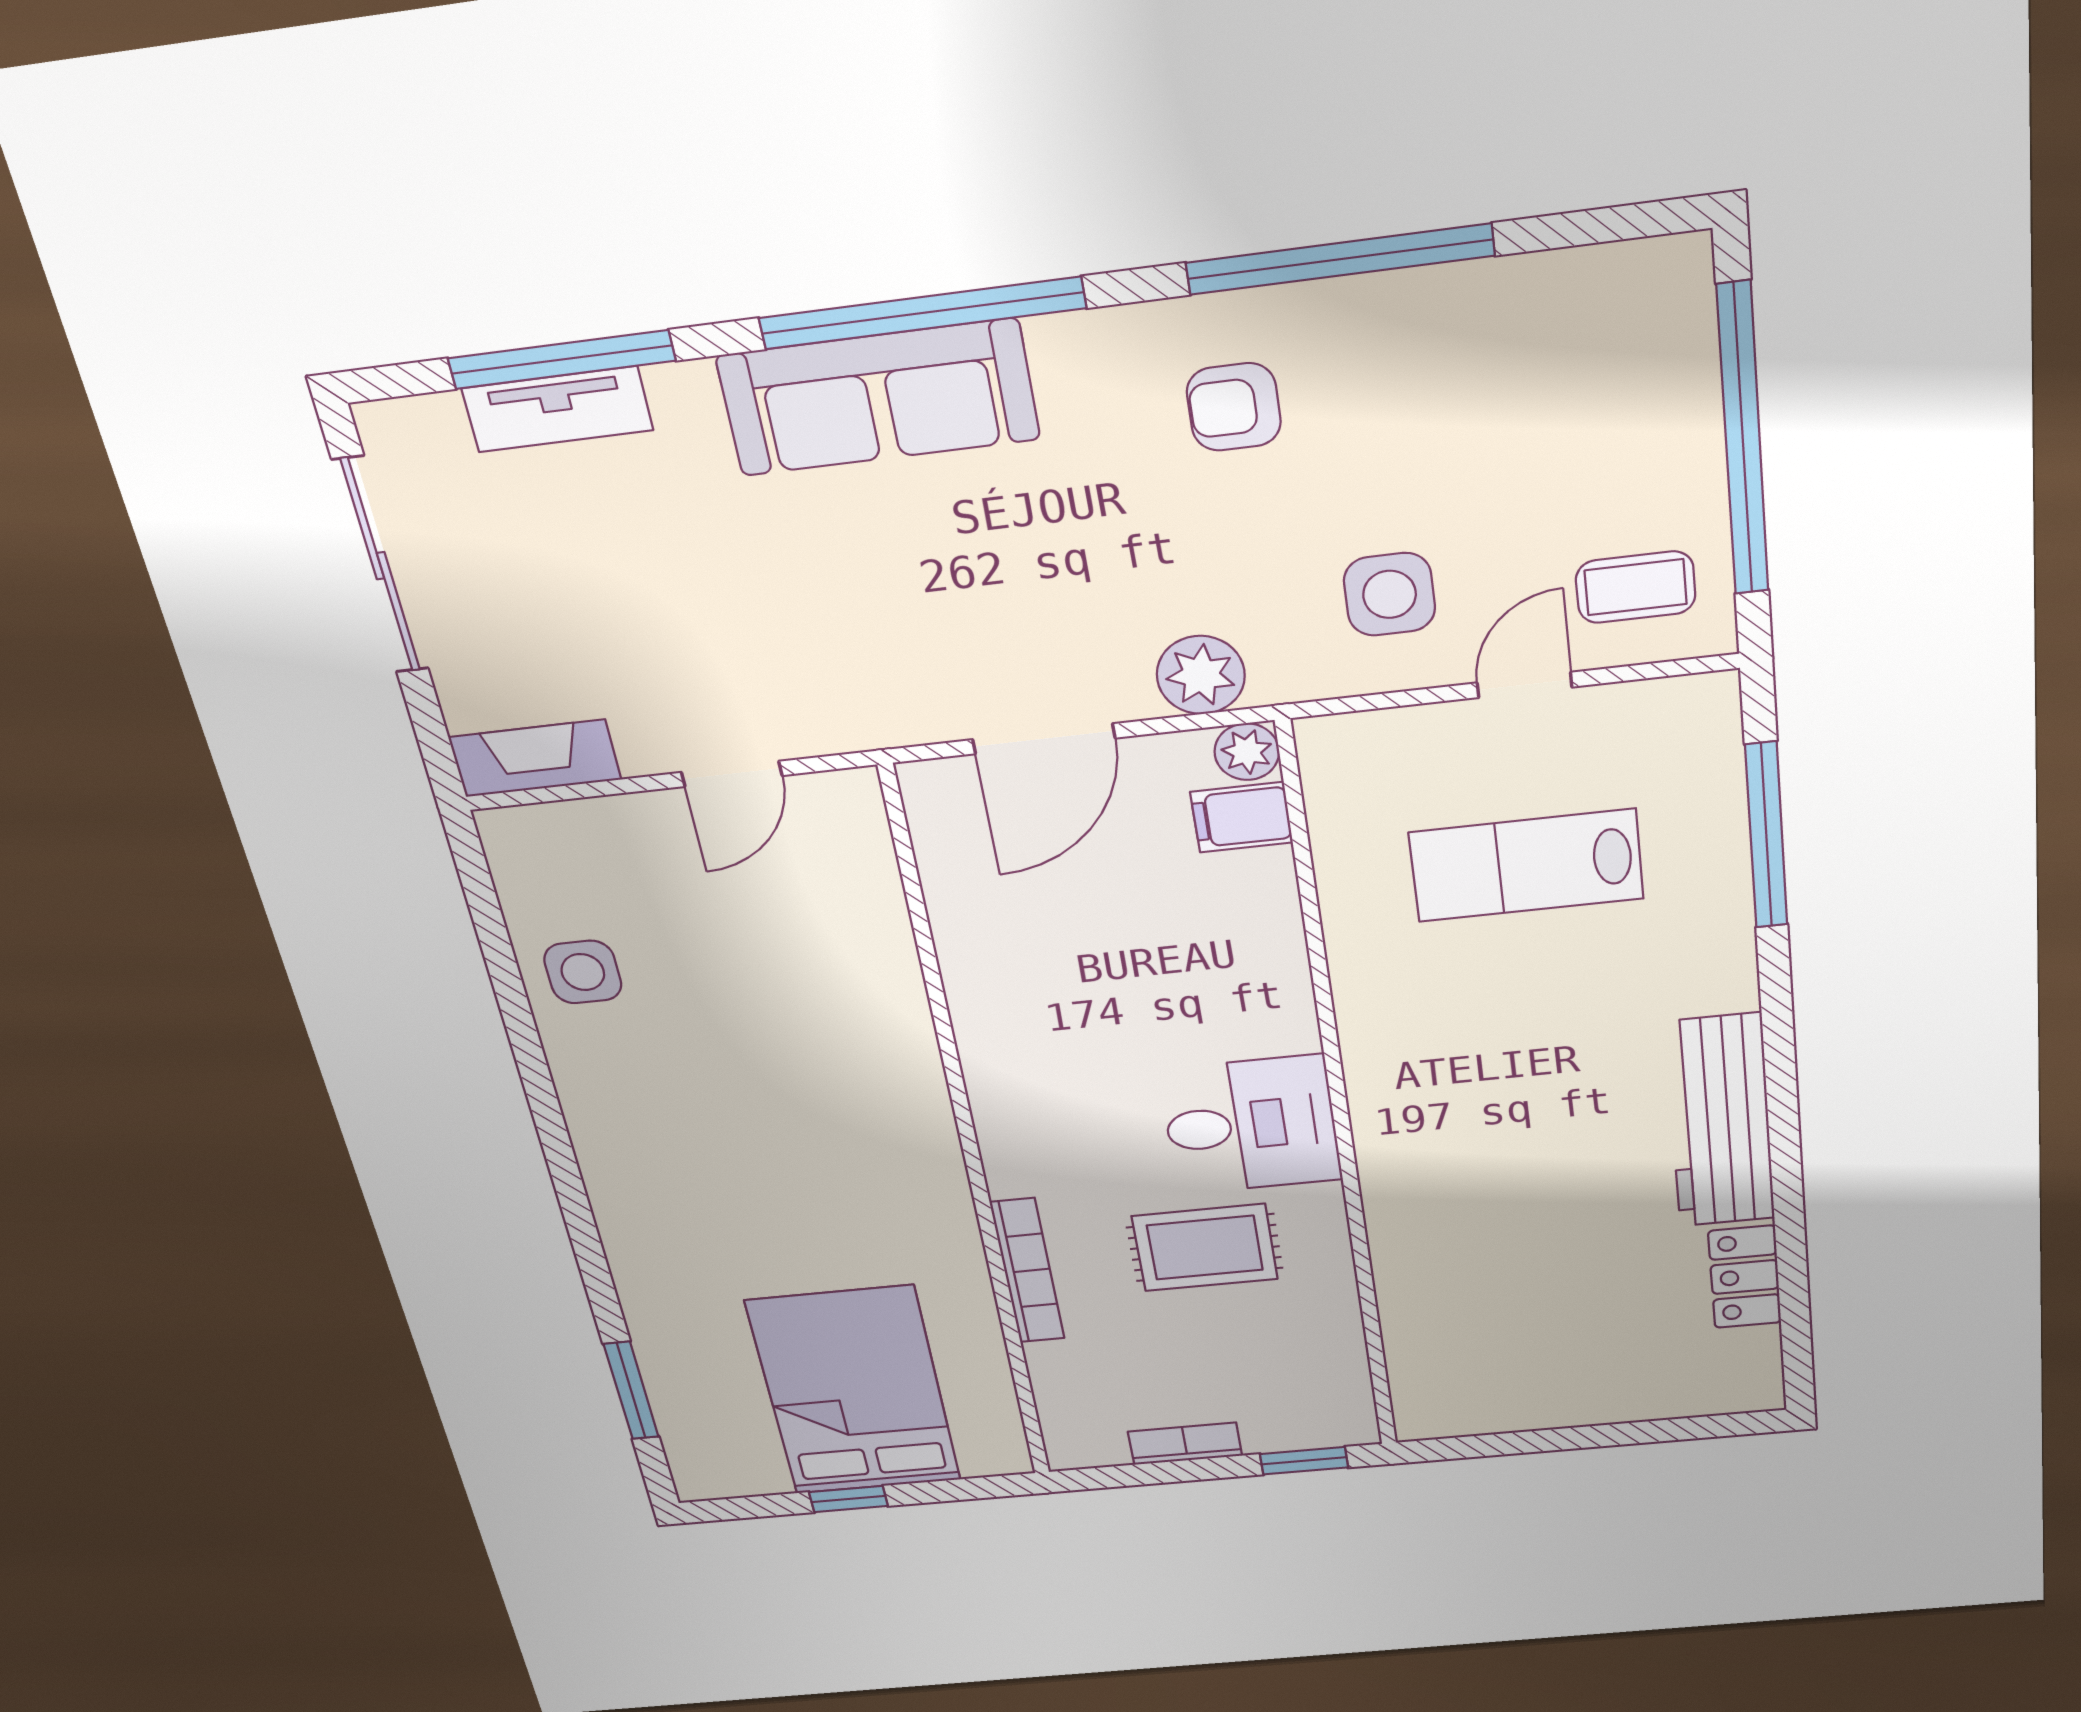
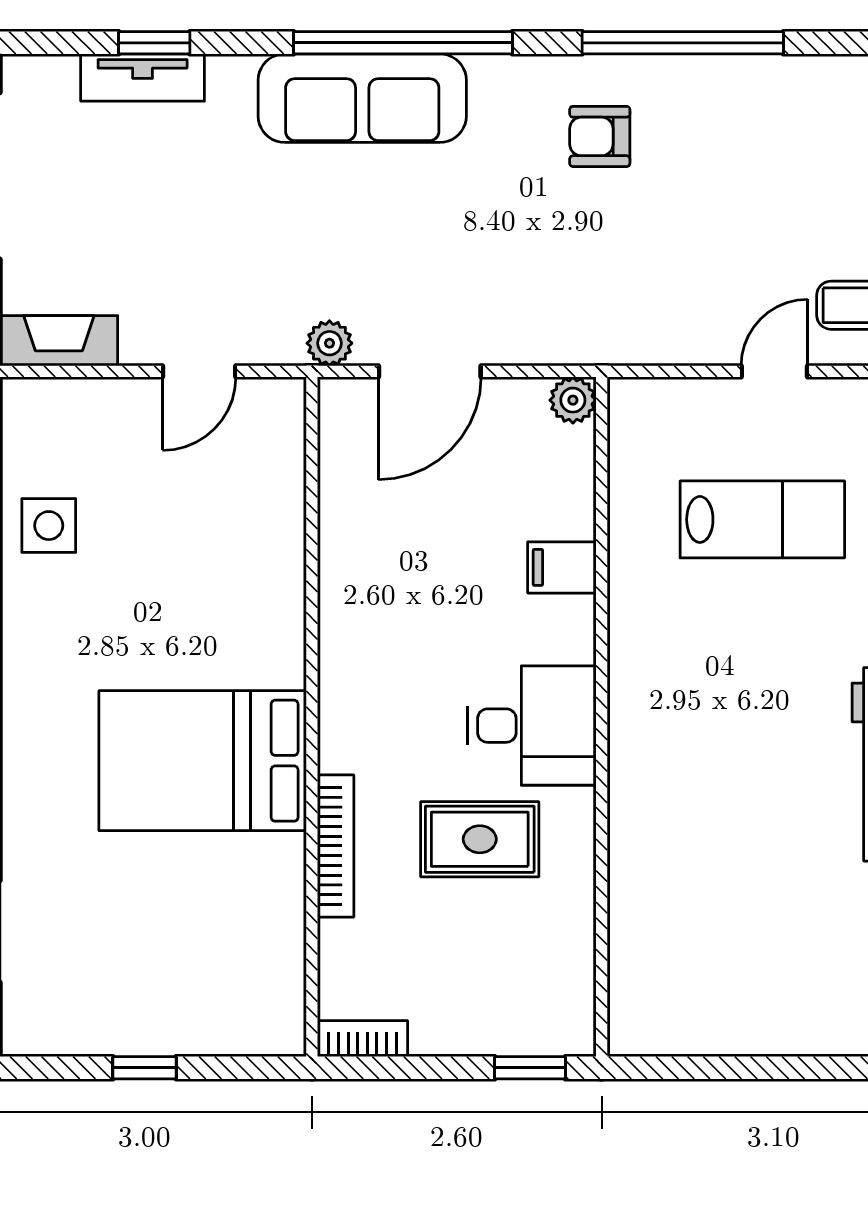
window: (562, 360) -> (154, 43), width x0.46
side table: (1390, 594) -> (688, 289), removed
plant: (1201, 675) -> (329, 343), moved, width x0.73, depth x0.73
filing cabinet: (1242, 817) -> (562, 567), moved
lab bench: (1526, 866) -> (762, 519), turned 180
bed: (854, 1391) -> (203, 761), moved, turned -90
bookcase: (1185, 1444) -> (363, 1039), moved

